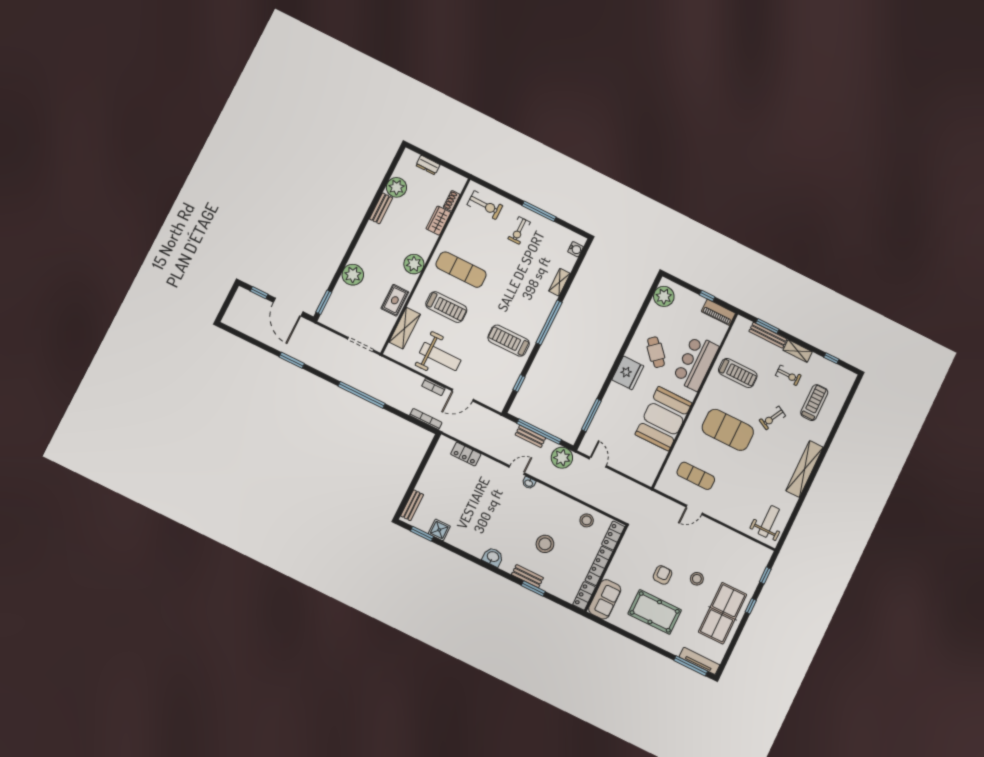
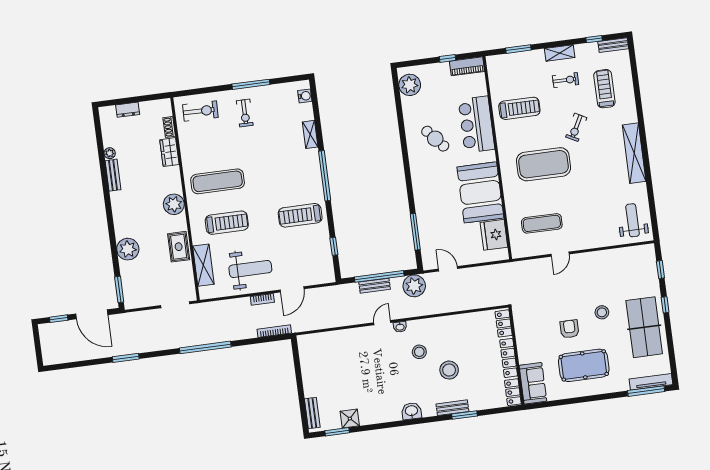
plant: (396, 187) -> (110, 153), width x0.53, depth x0.53
bench: (768, 335) -> (613, 45), moved, width x0.73
fridge: (628, 373) -> (494, 235), moved, turned 180
locker: (466, 454) -> (329, 338), removed
stool: (587, 520) -> (419, 352), moved

